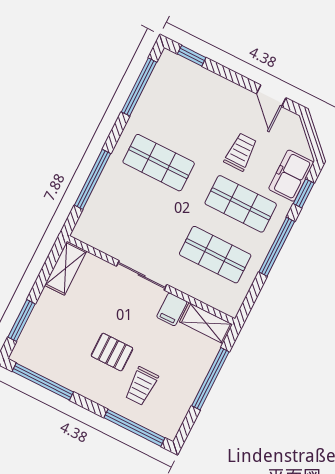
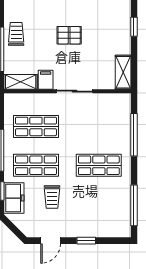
window: (192, 56) -> (86, 241), moved
door: (271, 96) -> (51, 241), swing flipped
window: (22, 320) -> (134, 27), width x0.67
trolley: (141, 386) -> (16, 34), moved

